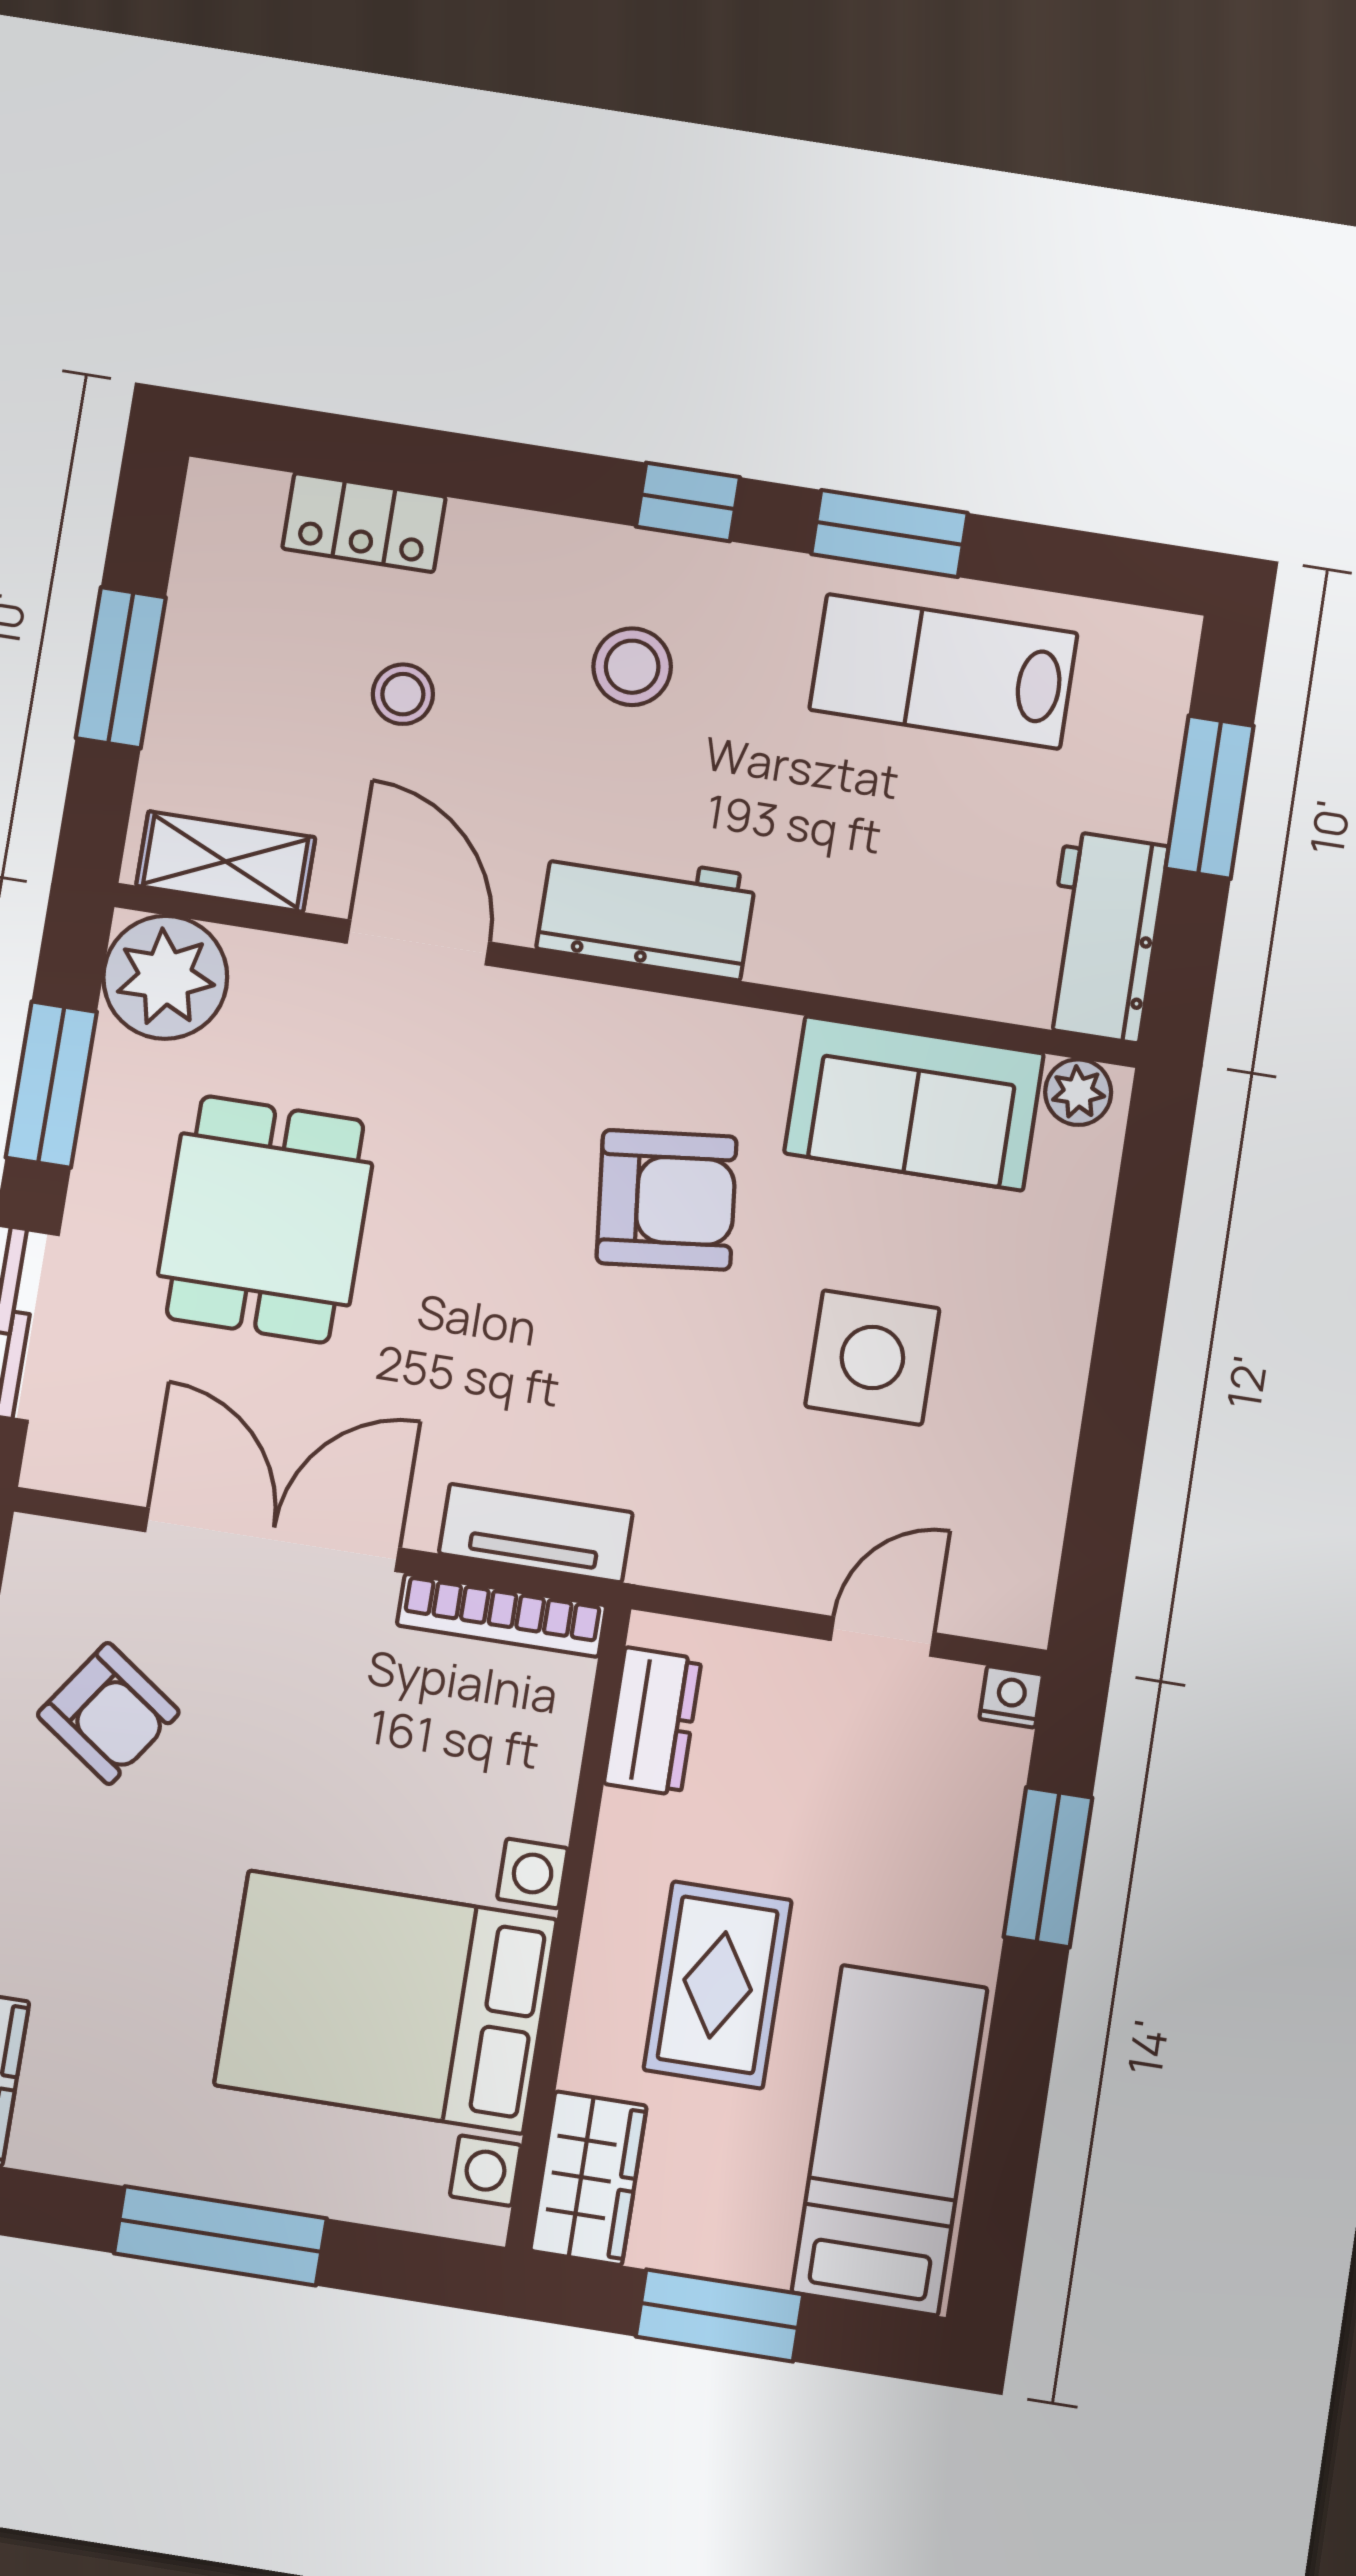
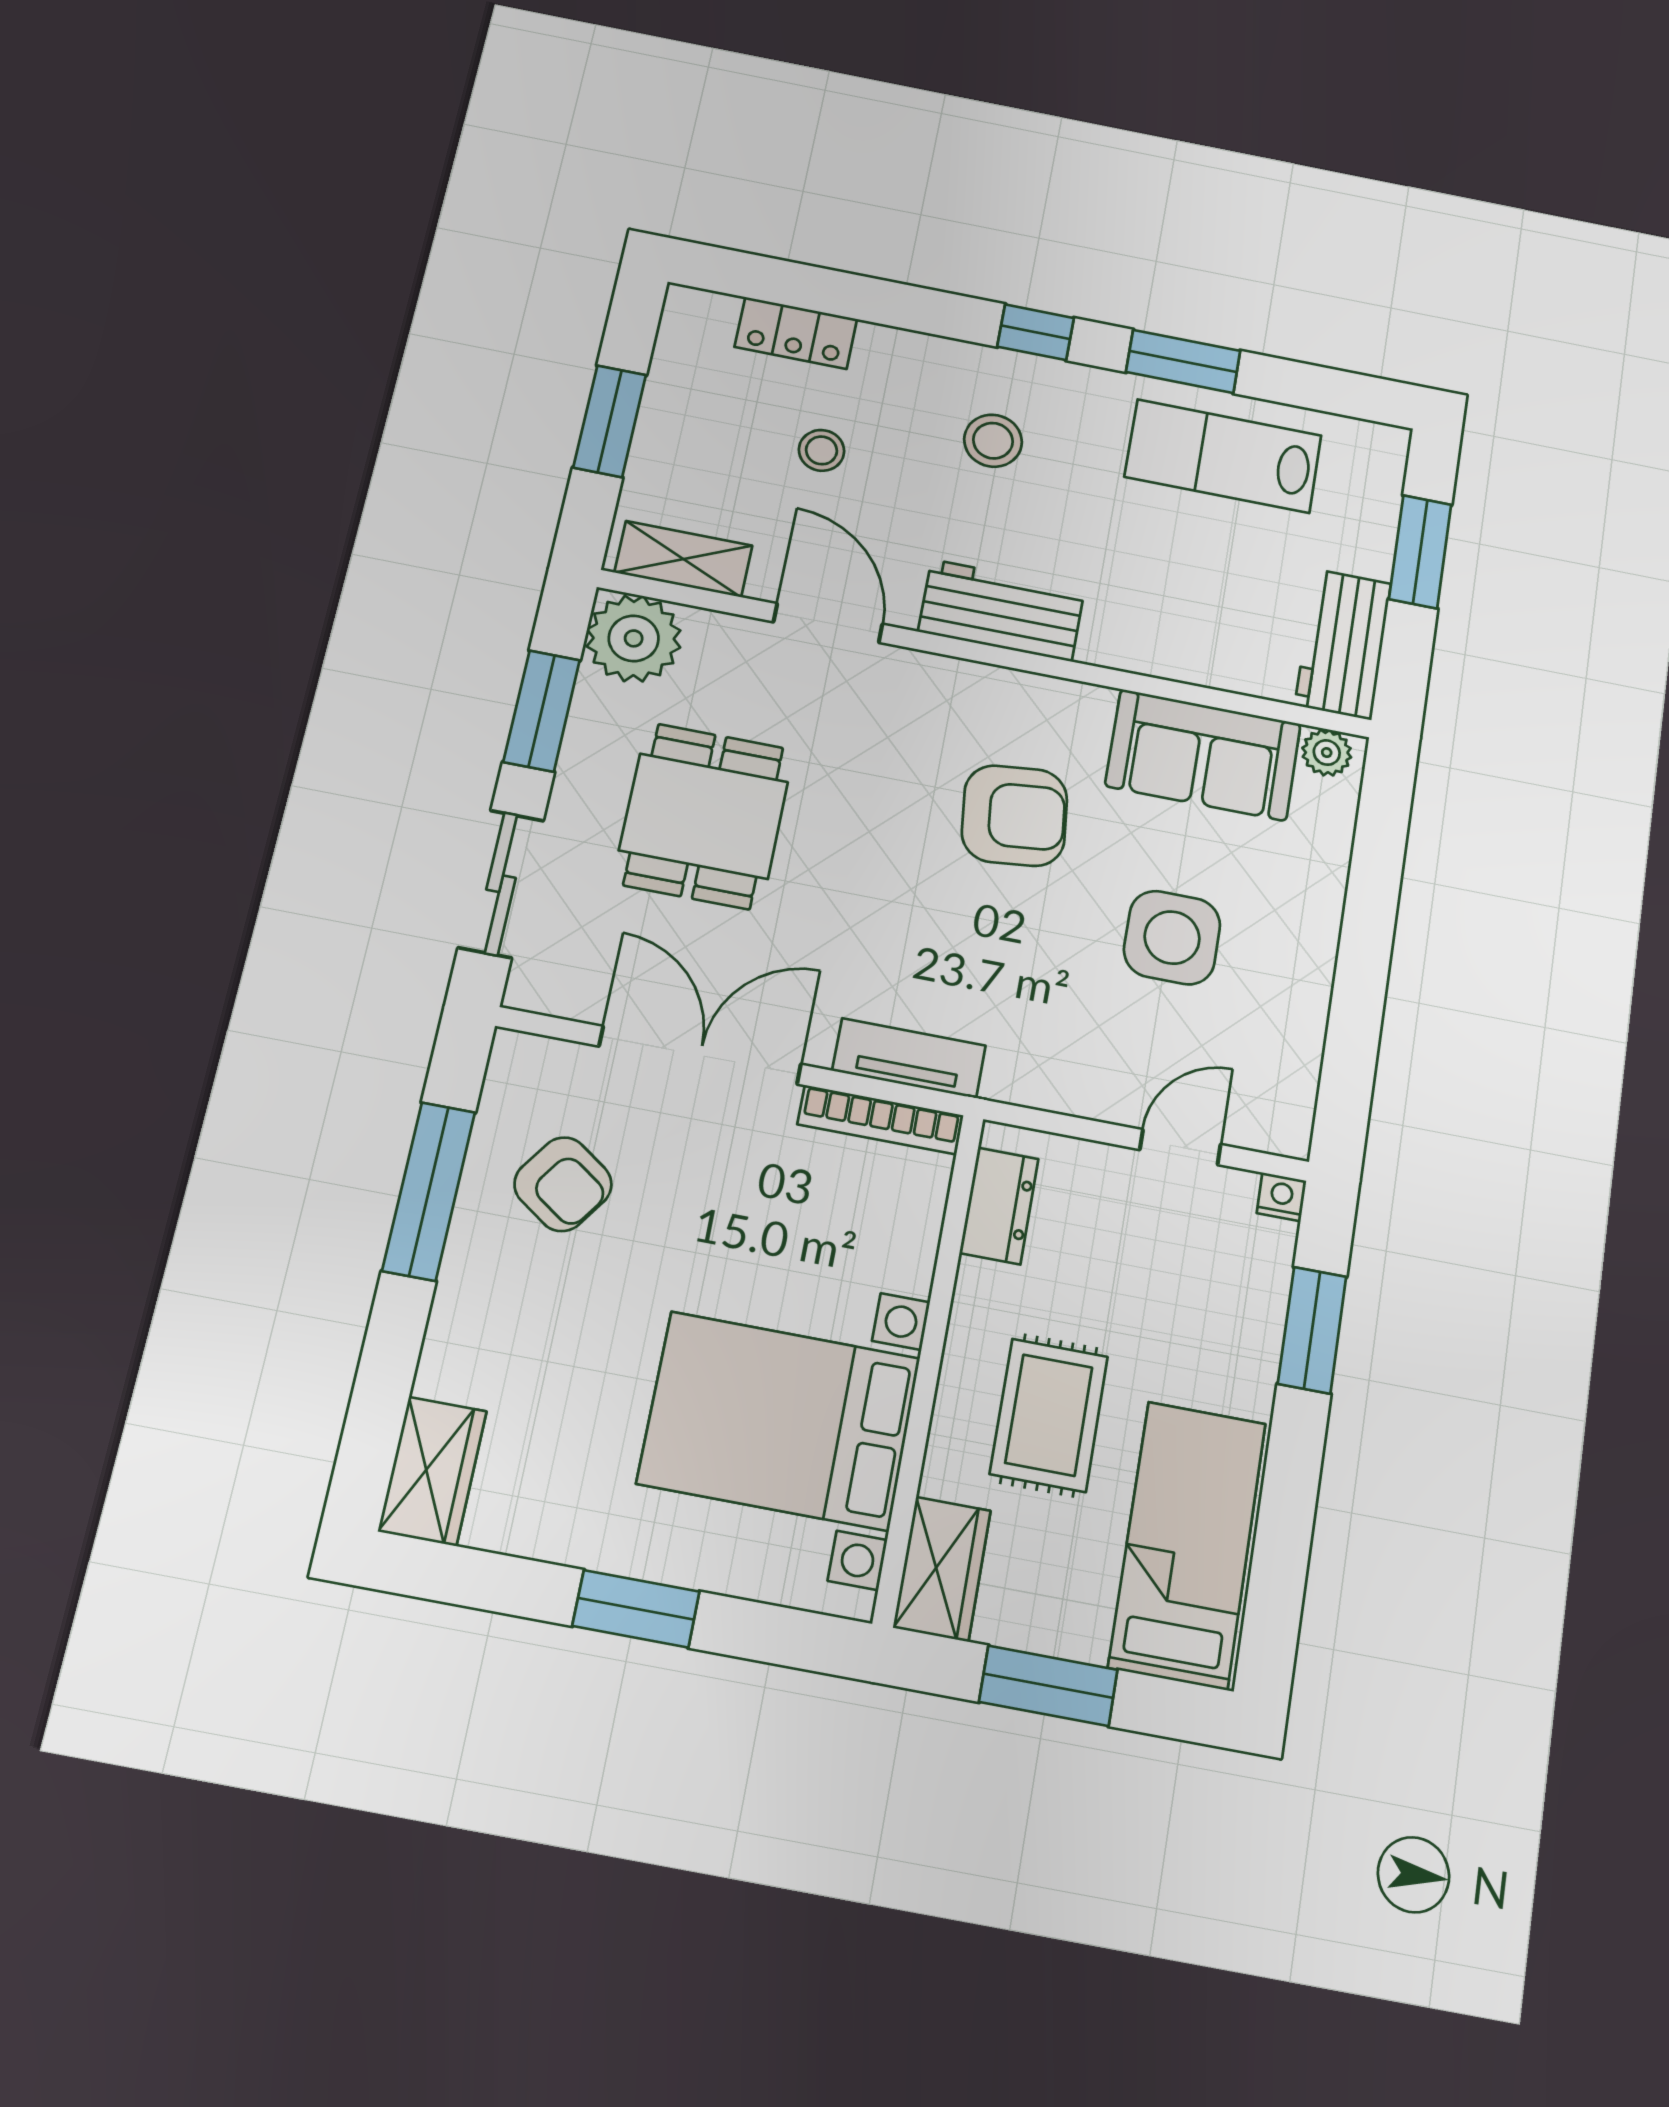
window: (220, 2236) -> (636, 1609), width x0.69

